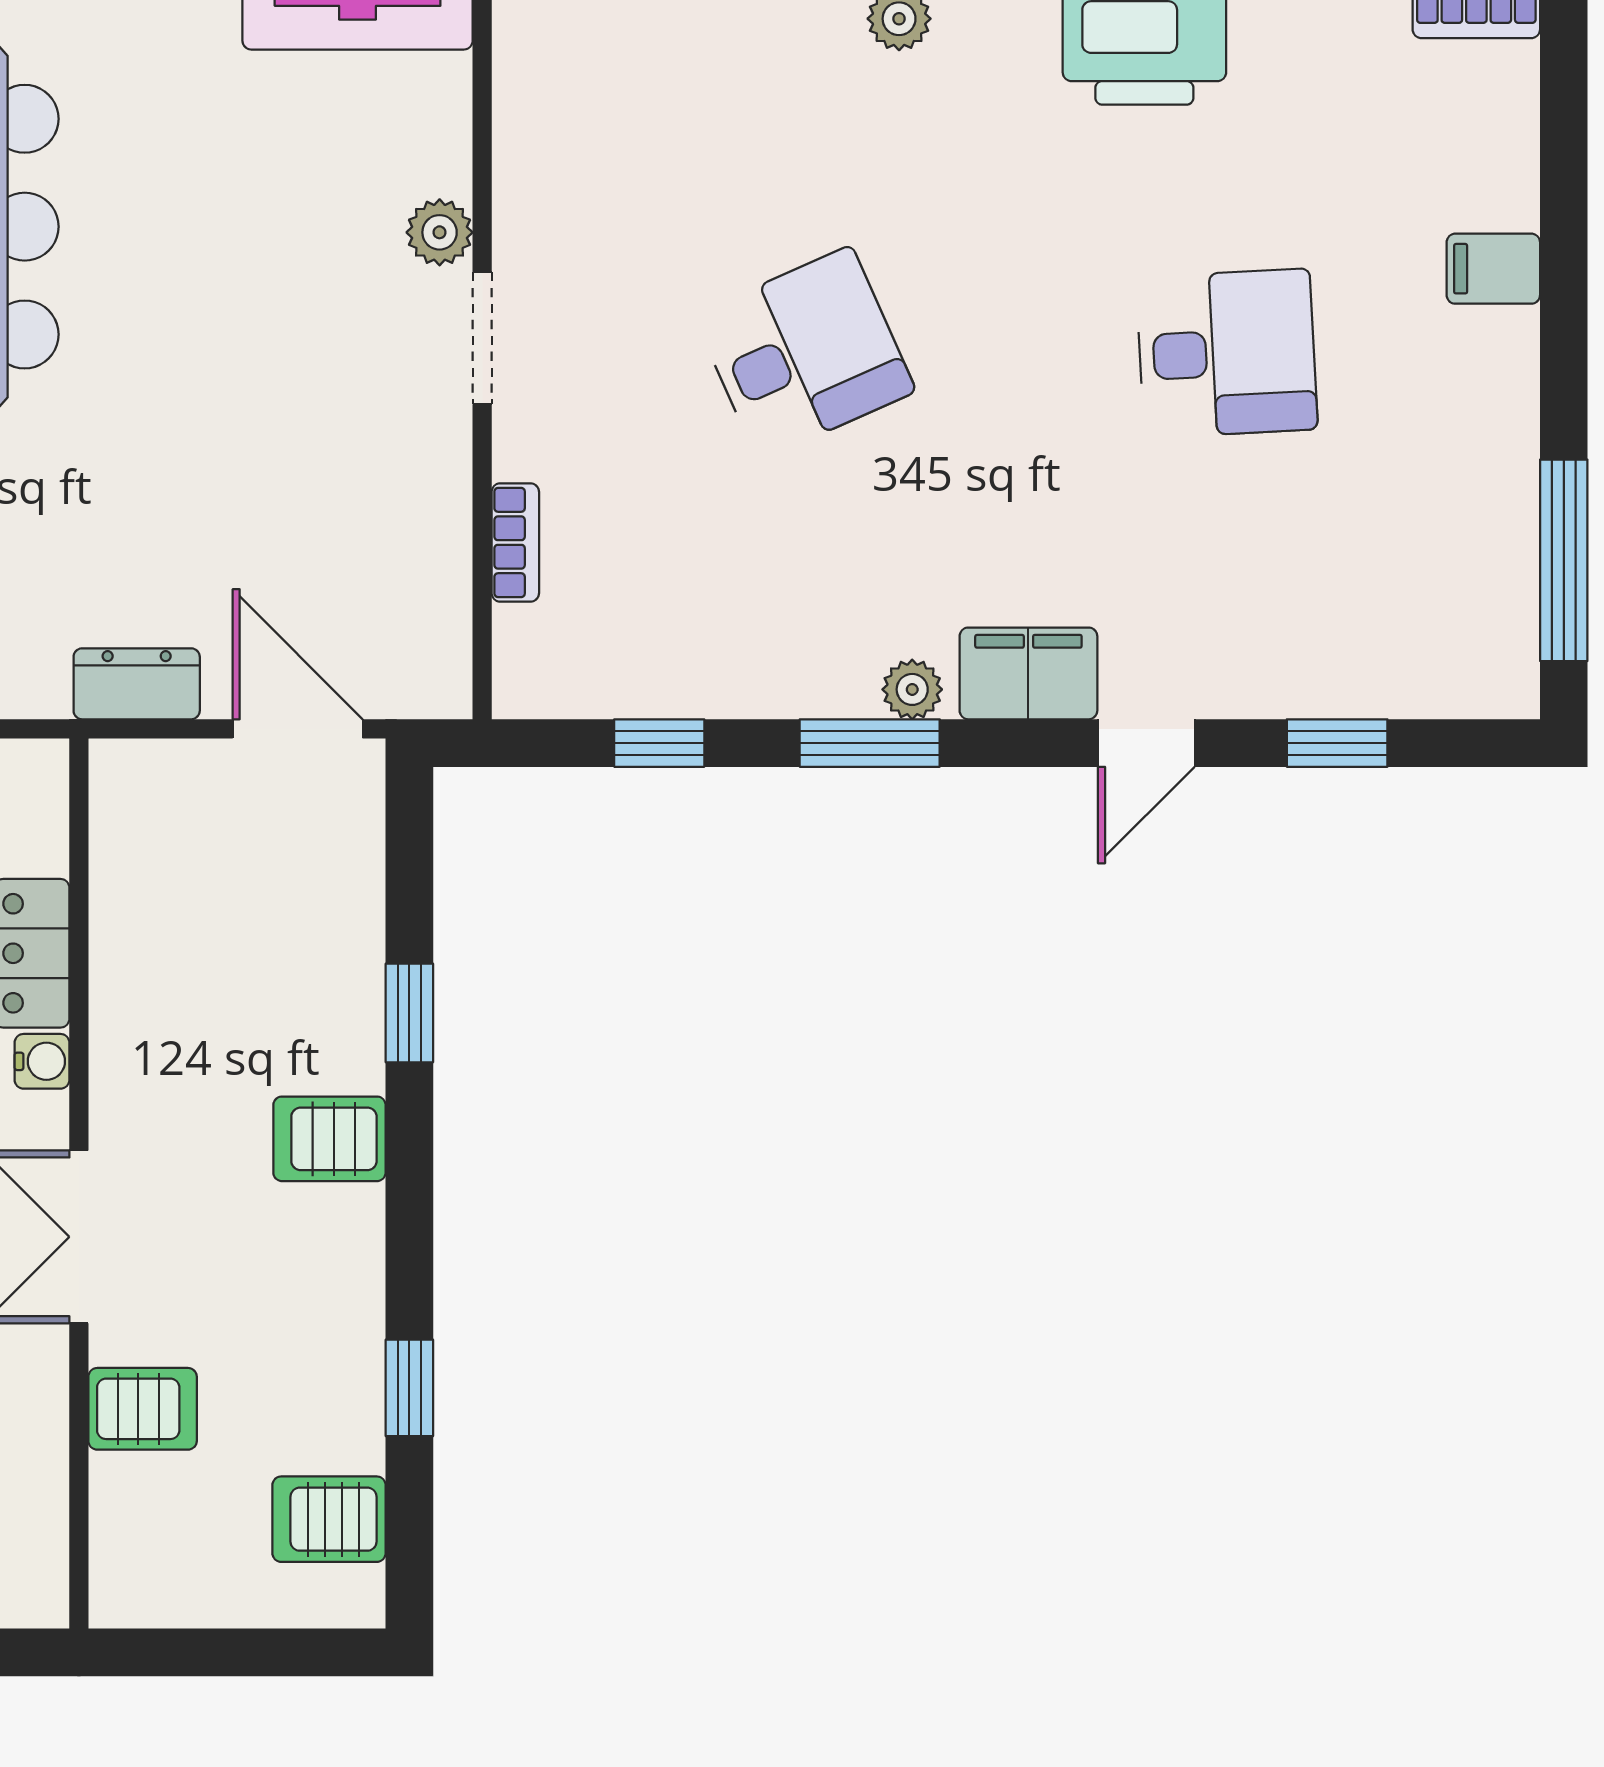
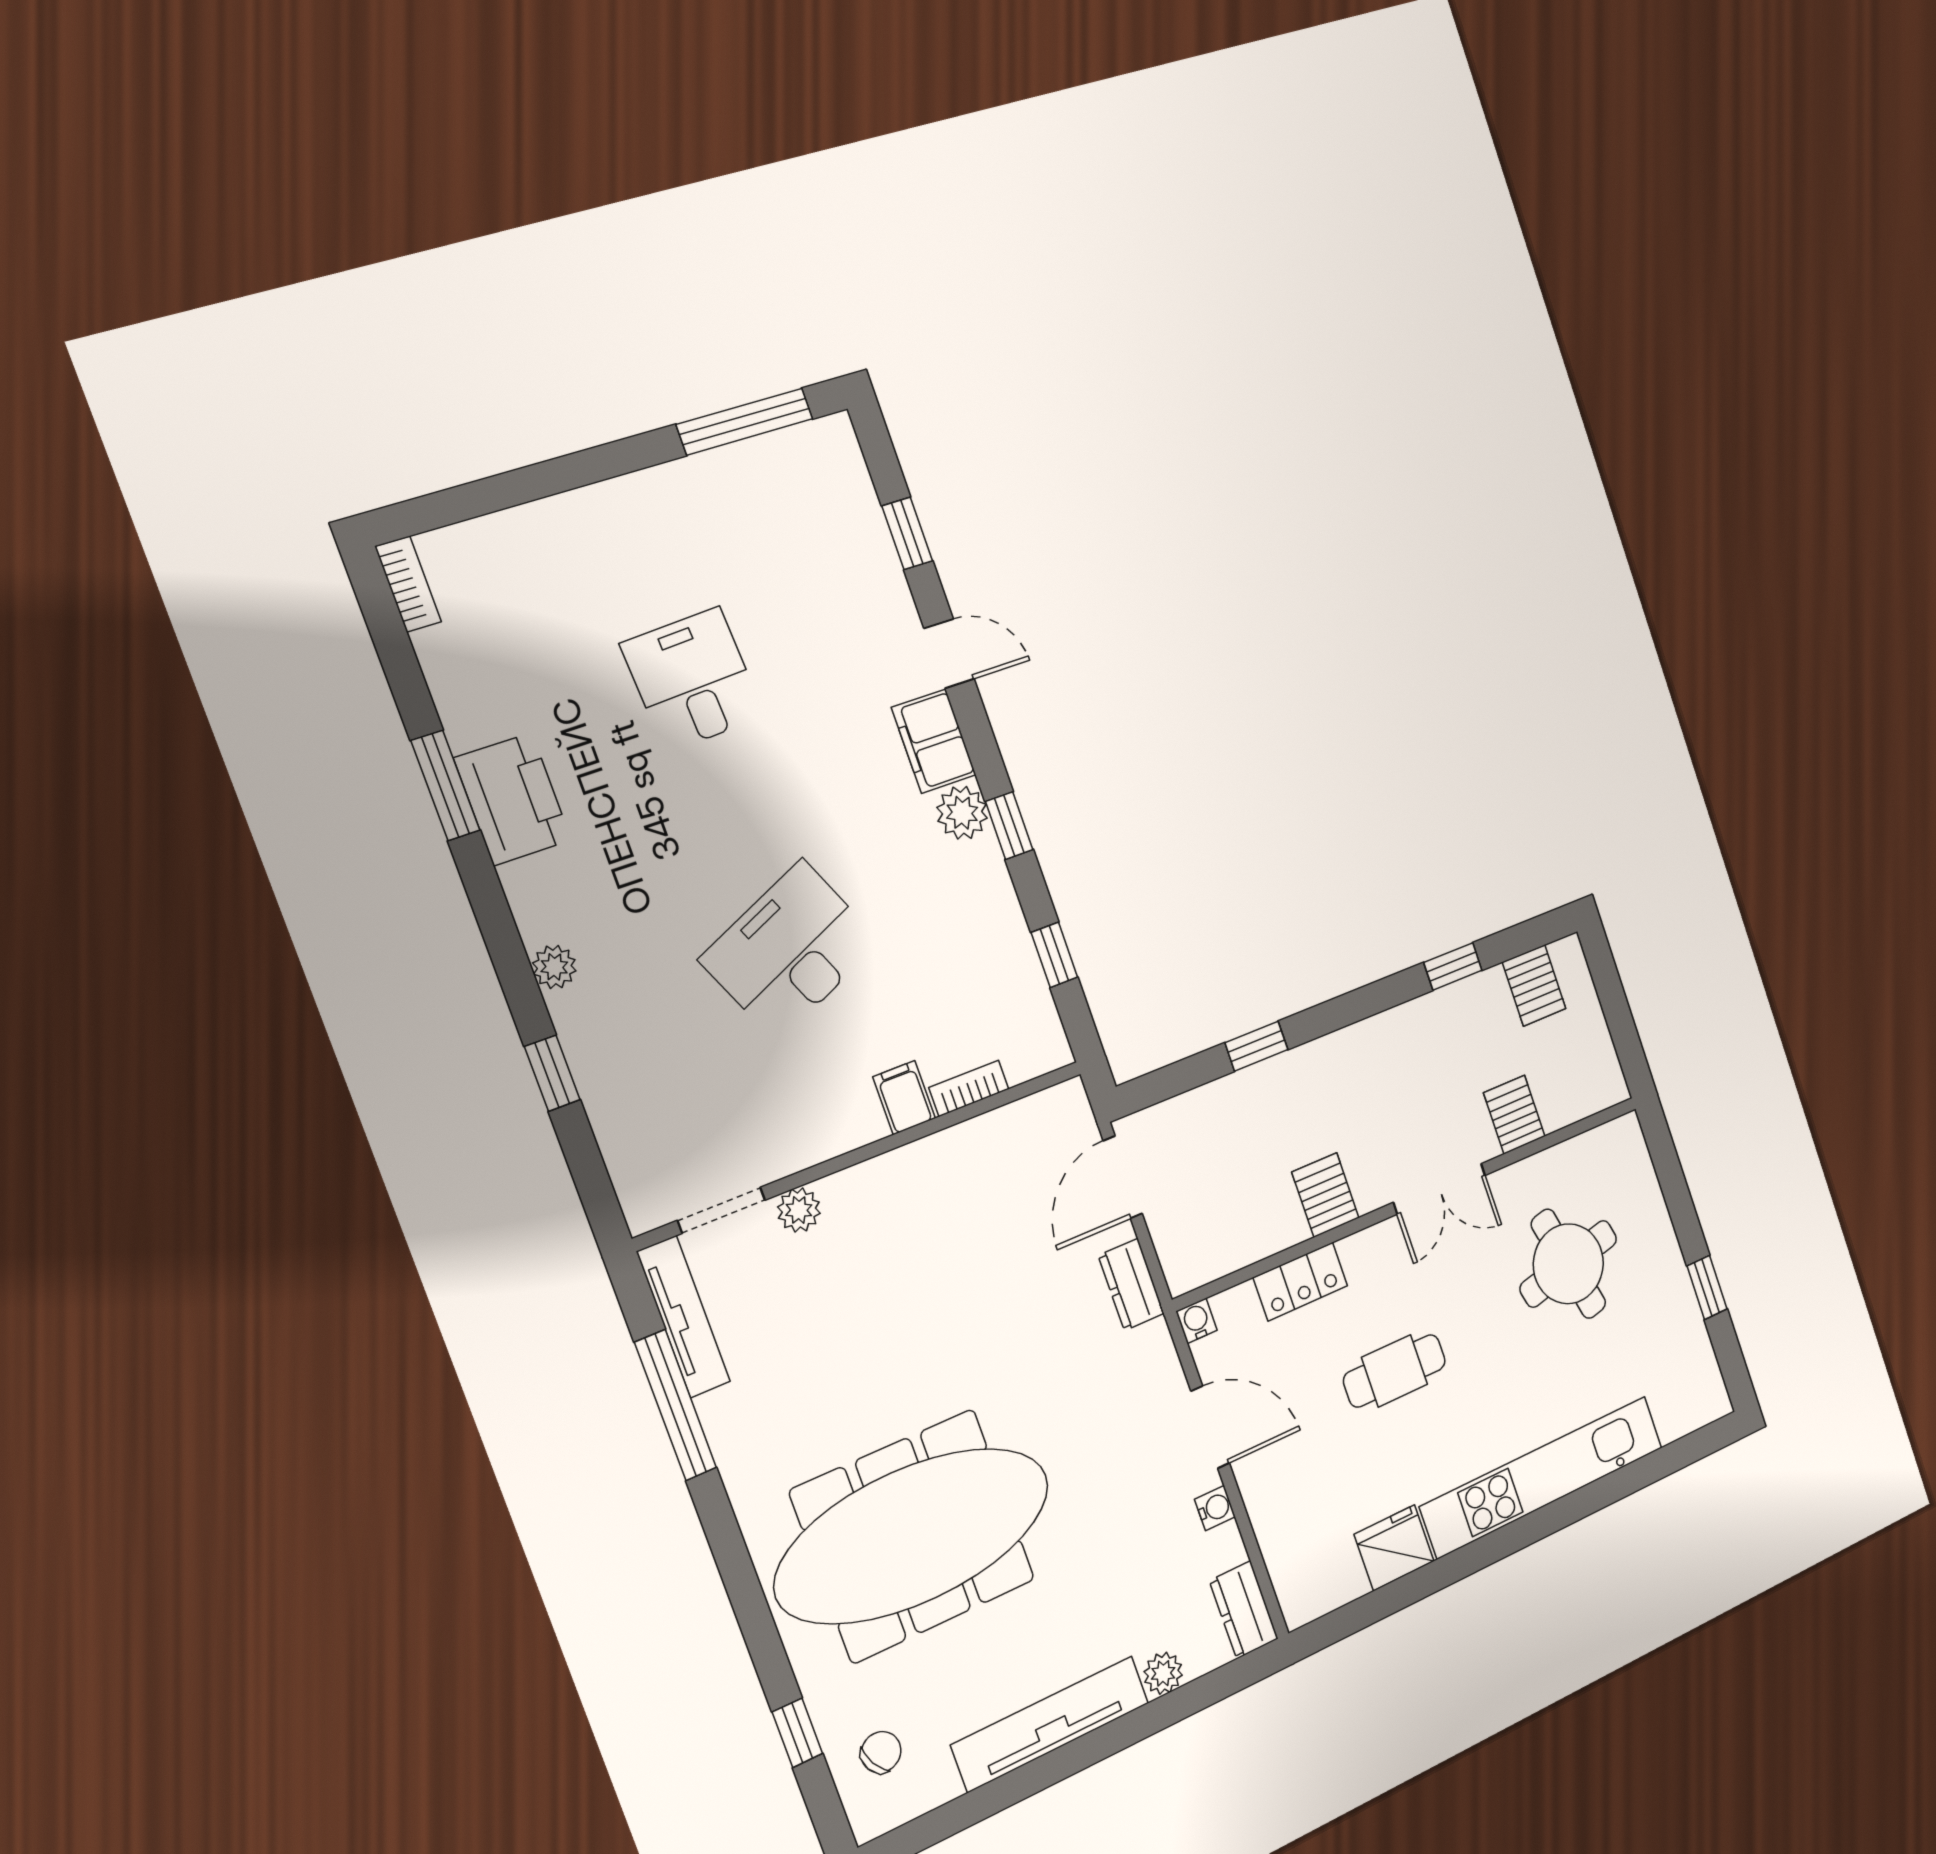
filing cabinet: (1493, 269) -> (904, 1098), moved, turned 180
doorway: (482, 338) -> (721, 1210), moved
desk: (805, 353) -> (790, 951), width x1.37
plant: (912, 689) -> (962, 813), width x1.38, depth x1.38
window: (870, 743) -> (1009, 826), width x0.67
water cooler: (42, 1061) -> (1197, 1321), moved
server rack: (329, 1139) -> (1325, 1195), moved, turned 180

